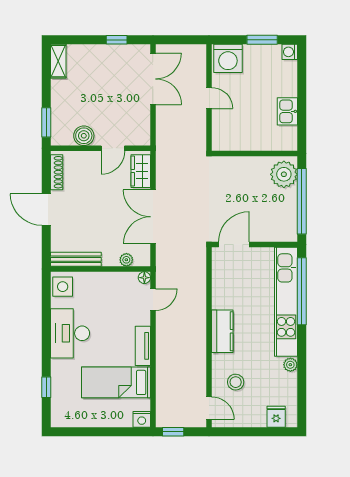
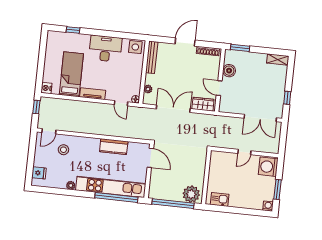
kitchen sink: (287, 111) -> (220, 199), moved
kitchen counter: (222, 331) -> (114, 147), moved

